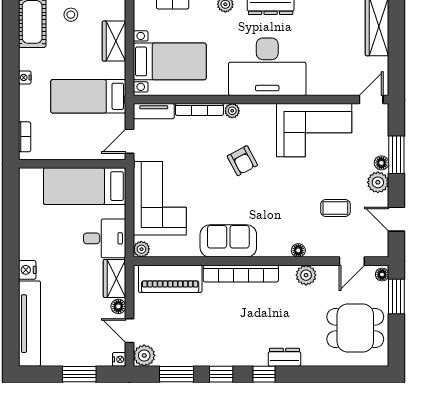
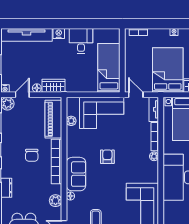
bed: (88, 96) -> (168, 70), width x1.50
armchair: (242, 161) -> (107, 157), moved, turned 118
desk: (105, 238) -> (81, 41), moved, turned 180
sofa: (228, 241) -> (76, 174), moved
plant: (141, 249) -> (71, 121), moved
chair: (230, 315) -> (32, 155), added

